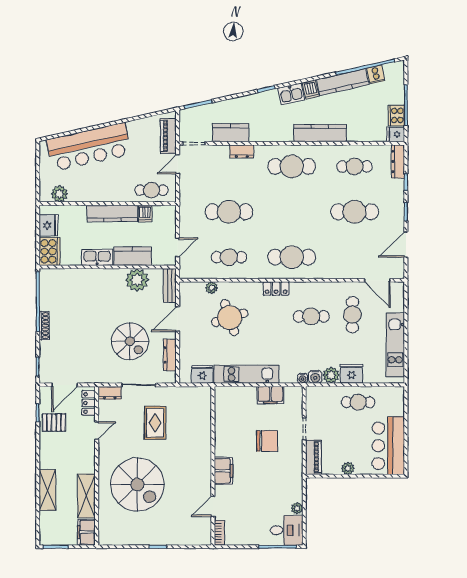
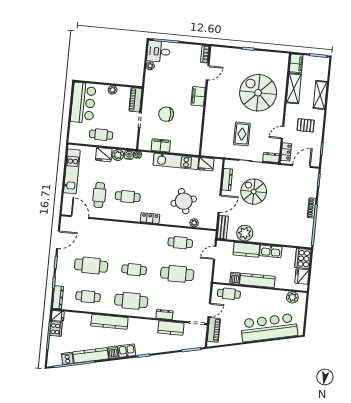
cafe table: (292, 257) -> (134, 270), moved, width x0.73, depth x0.74
pallet: (54, 422) -> (306, 125), moved

